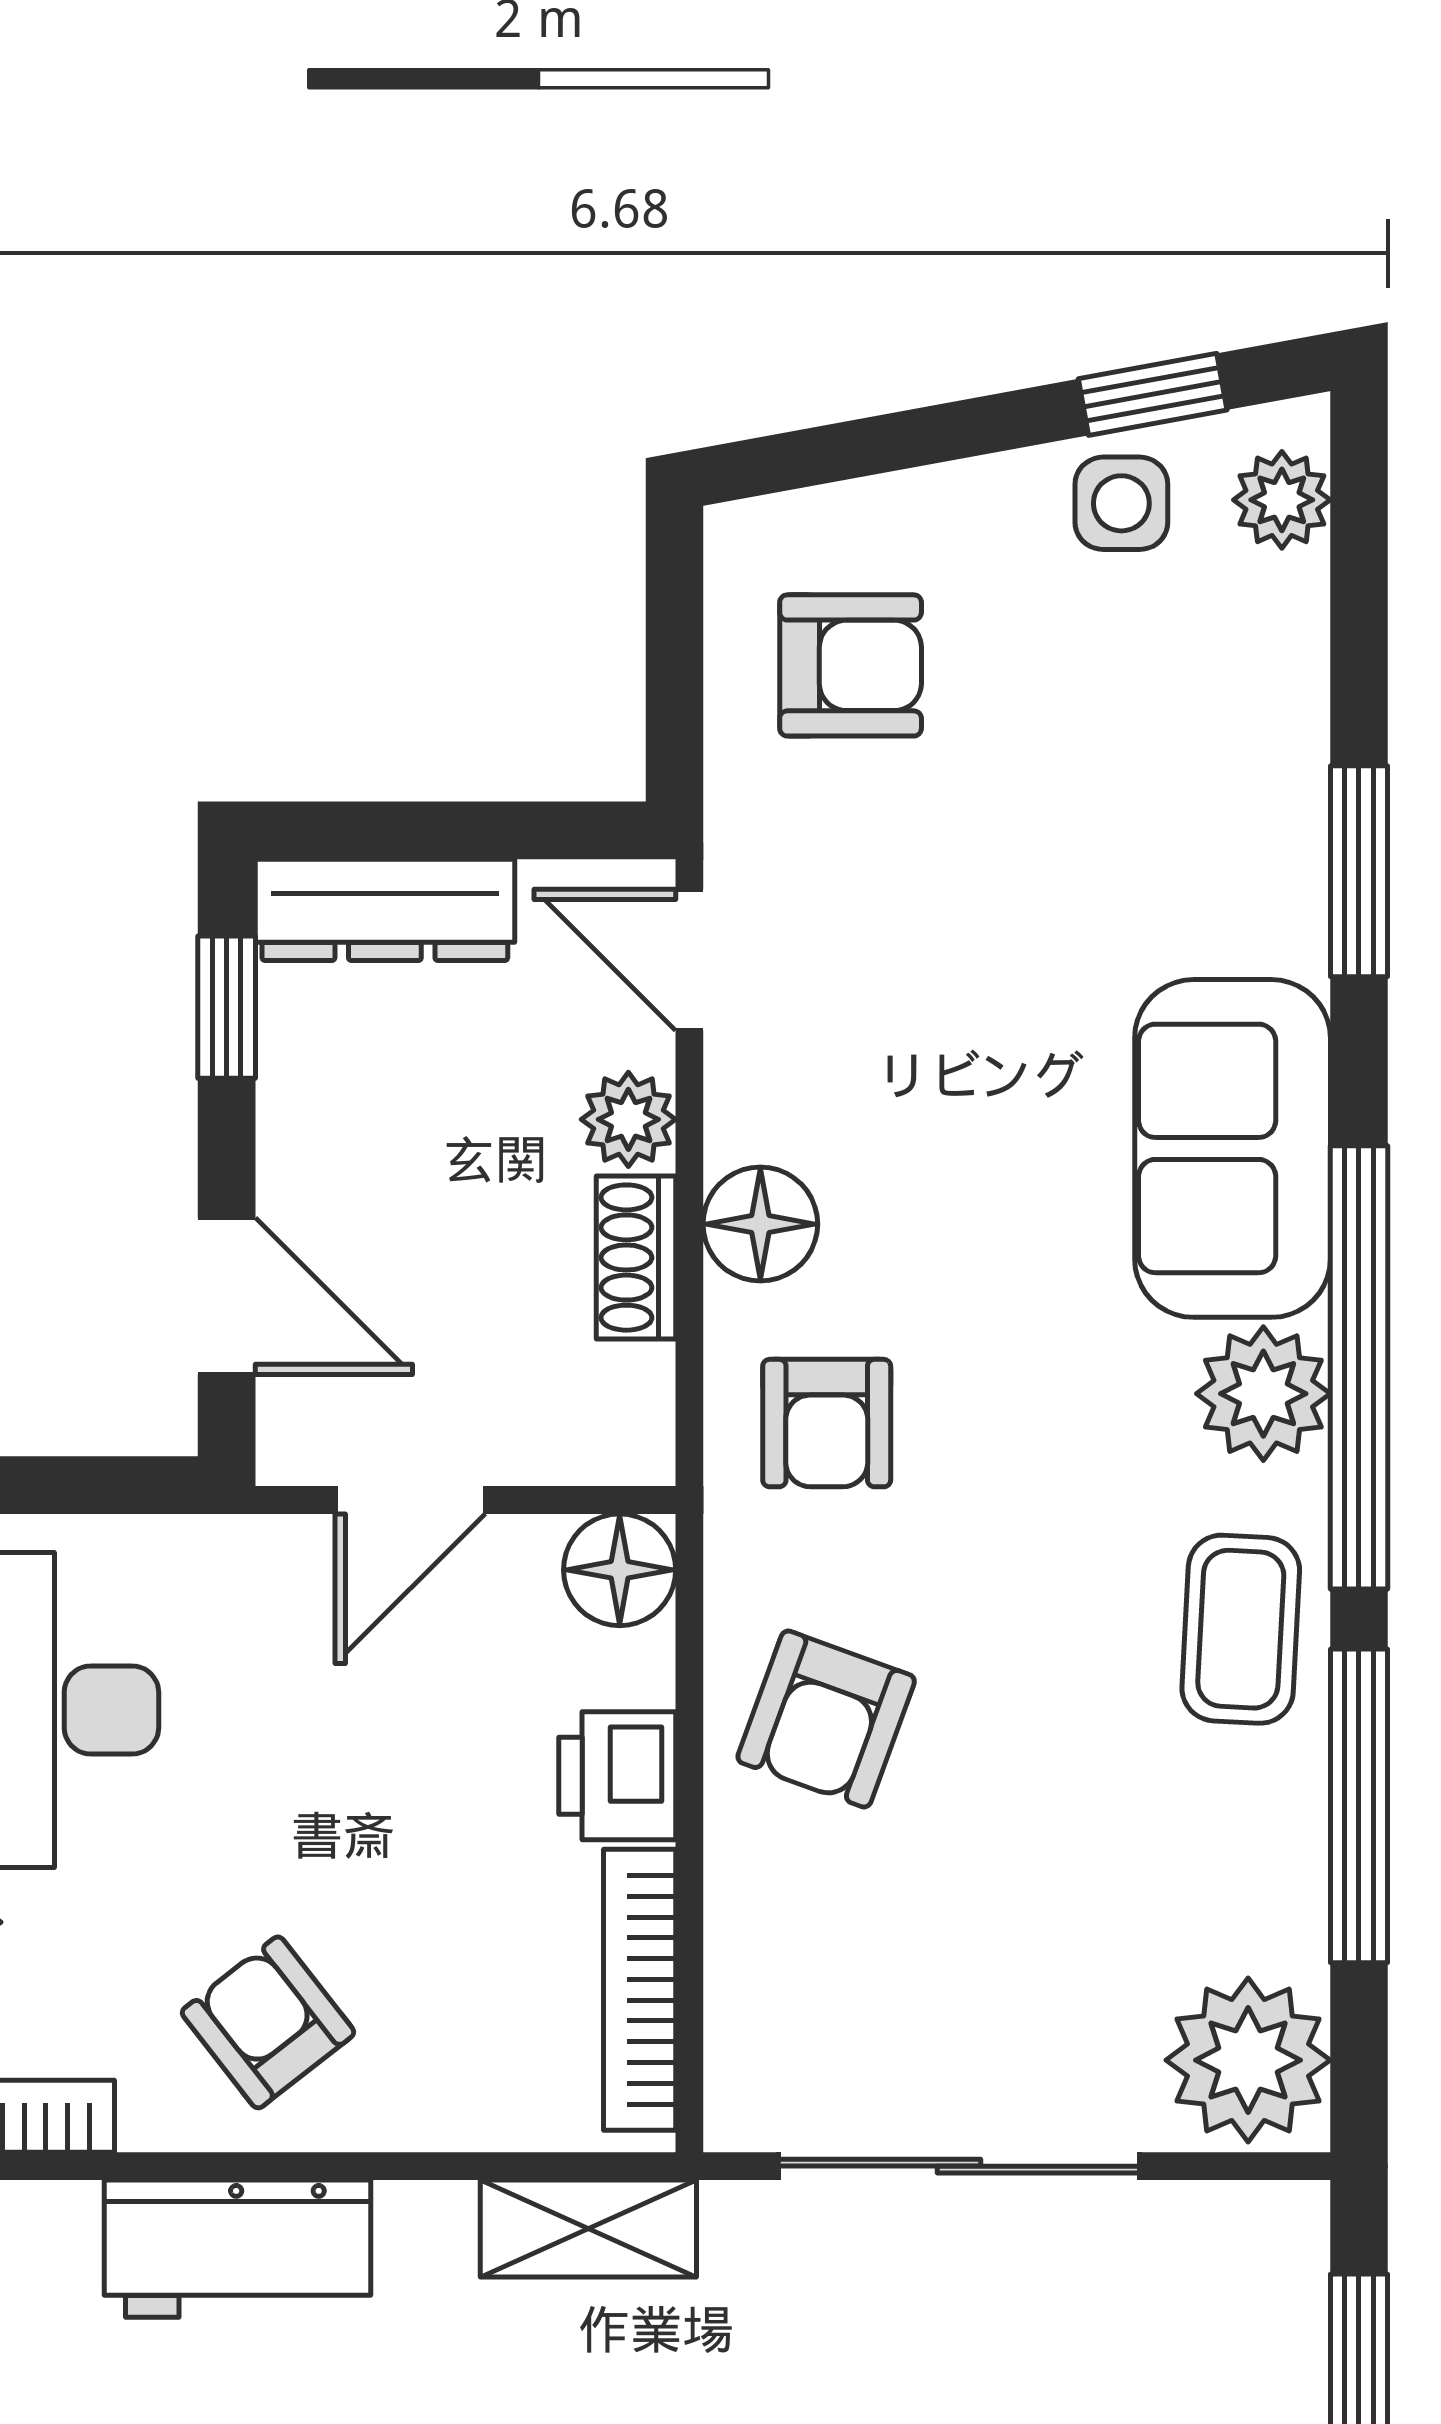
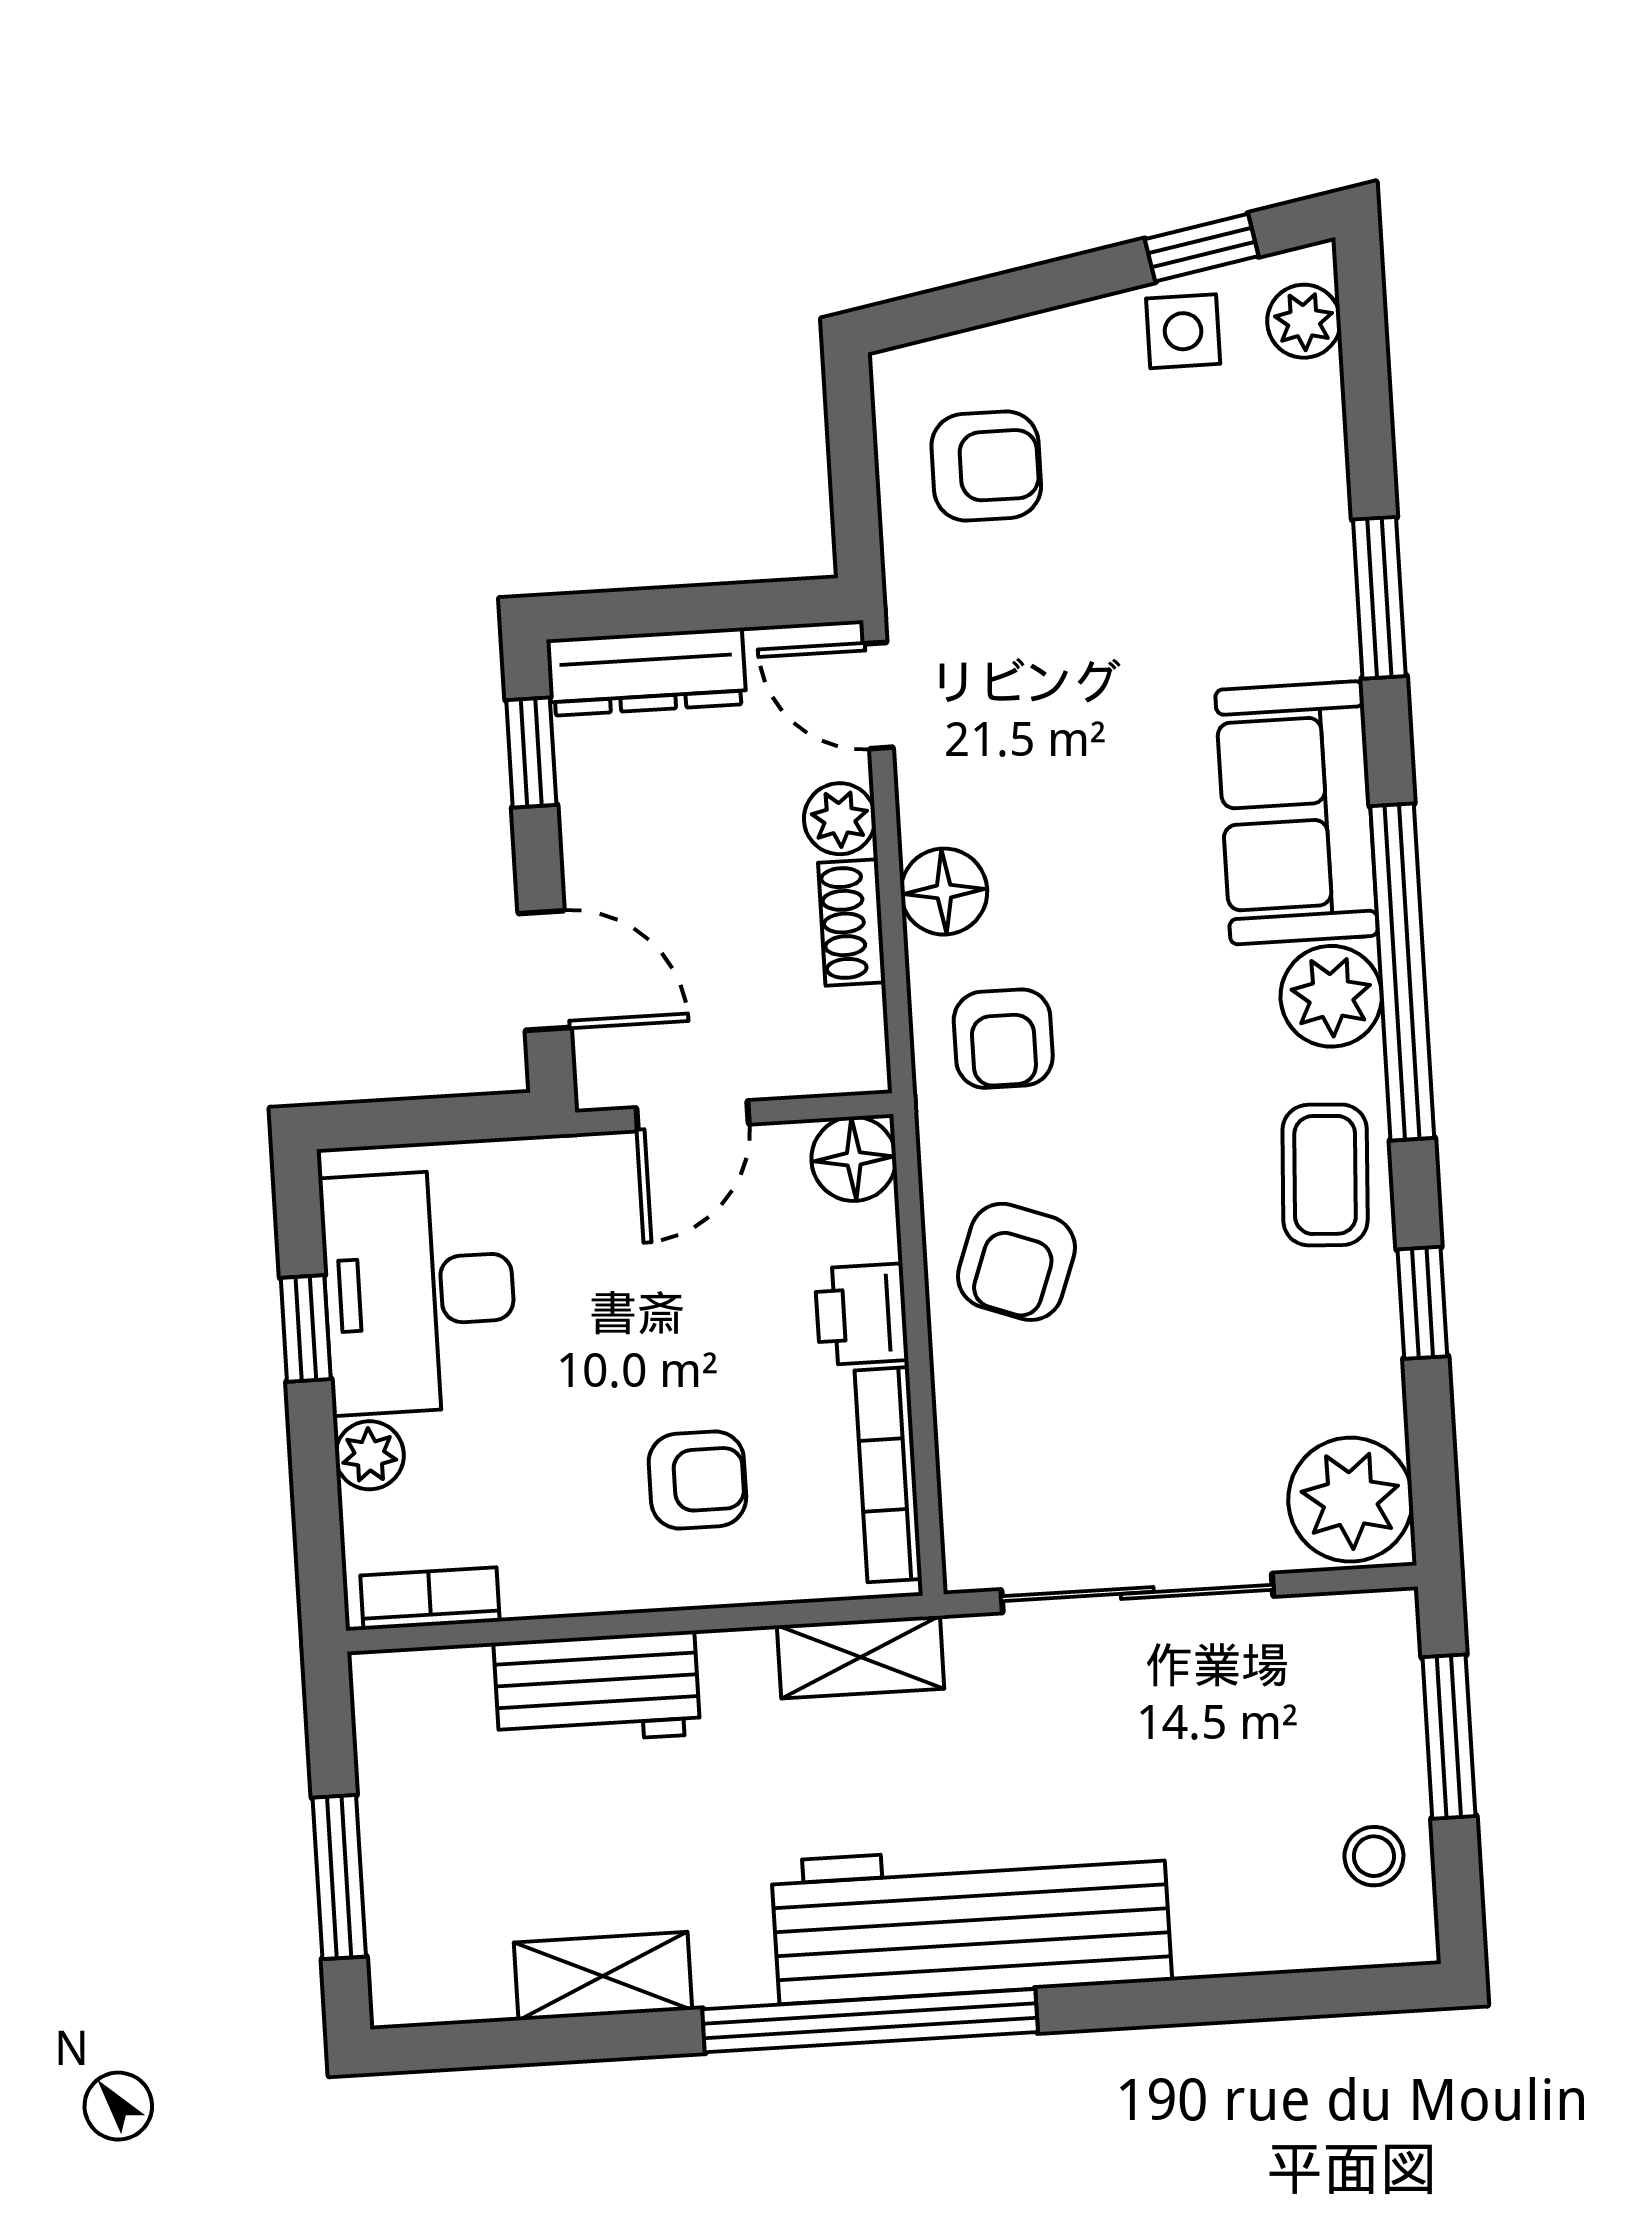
window: (1359, 1806) -> (1422, 1303), width x0.46
armchair: (268, 2022) -> (697, 1480), moved, turned 128

